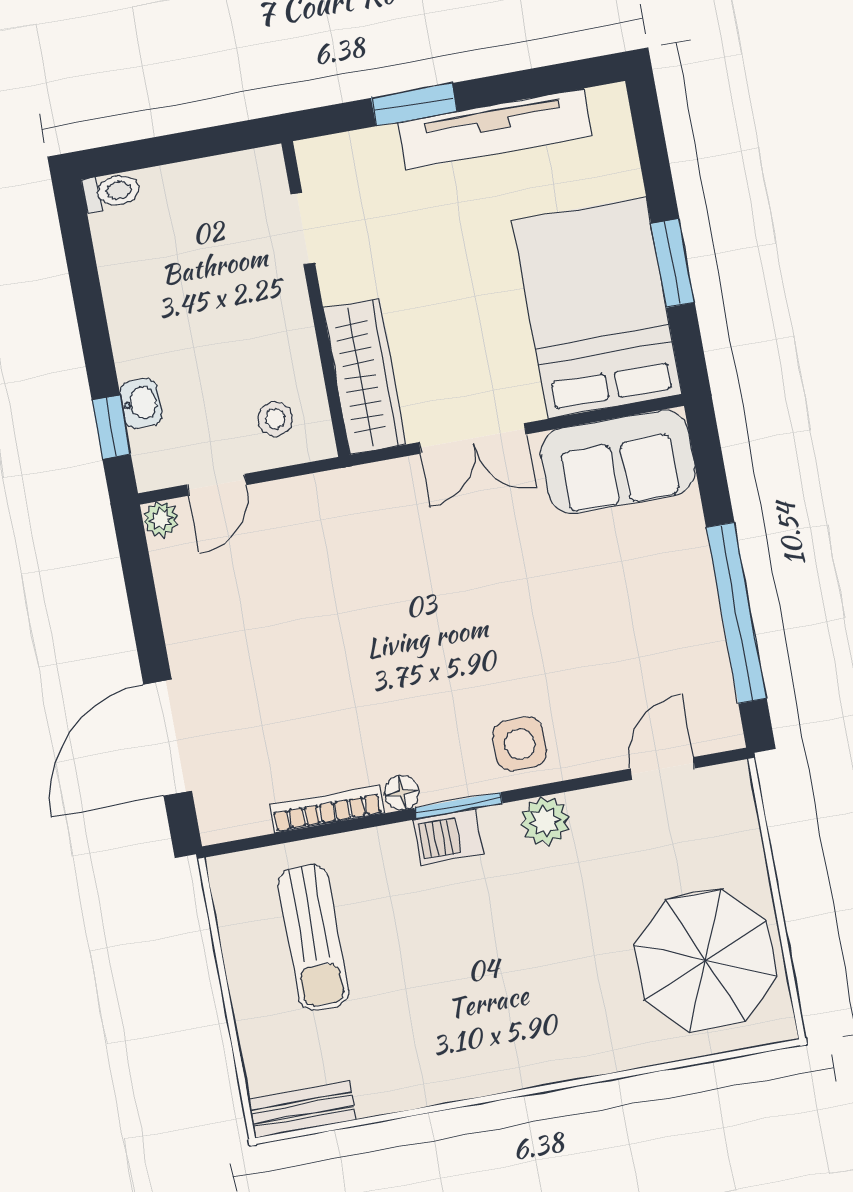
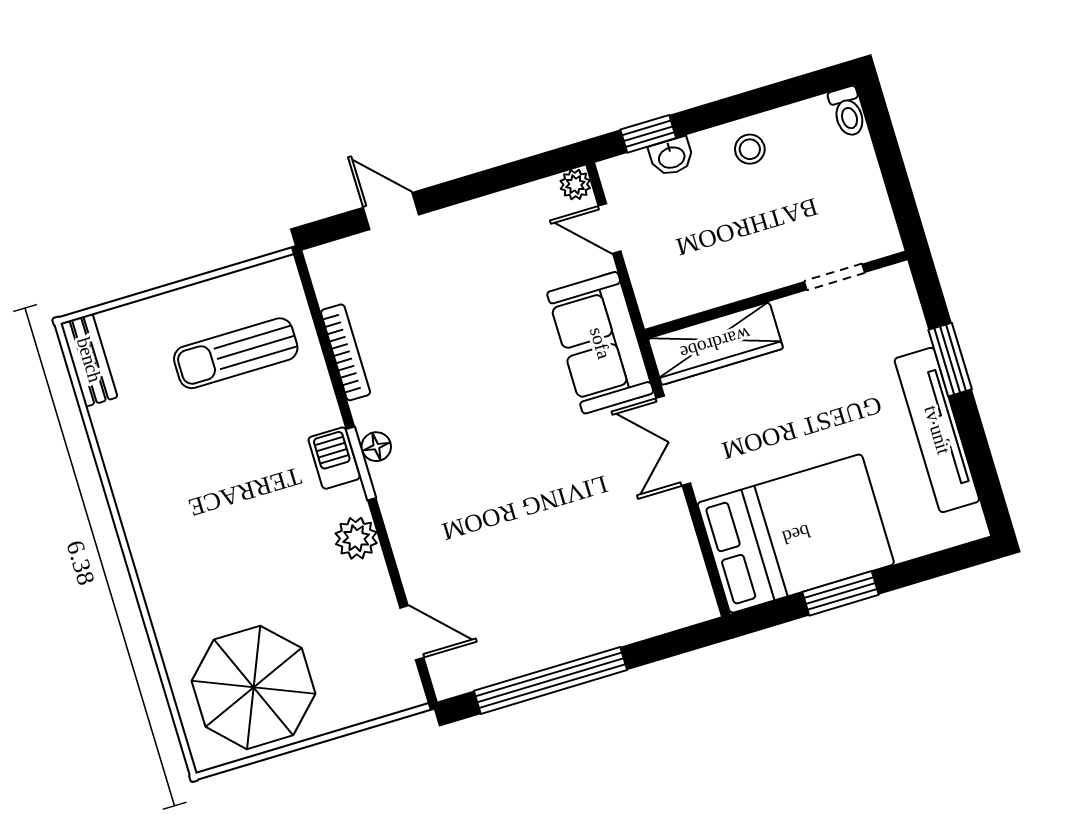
stool: (275, 419) -> (750, 149), moved
sofa: (618, 462) -> (600, 343), moved
door: (168, 738) -> (391, 211), width x0.53
side table: (520, 744) -> (419, 510), removed
floor lamp: (402, 793) -> (376, 447), moved

